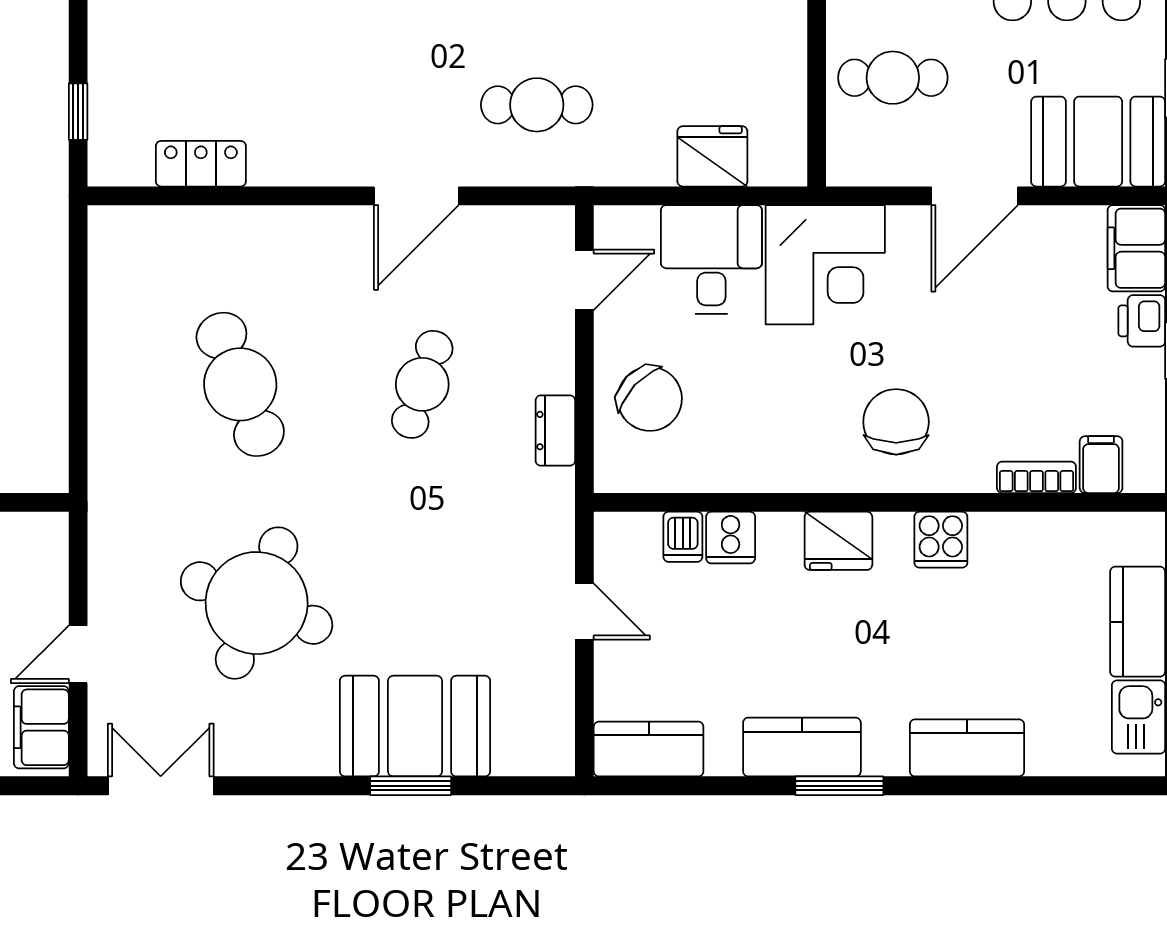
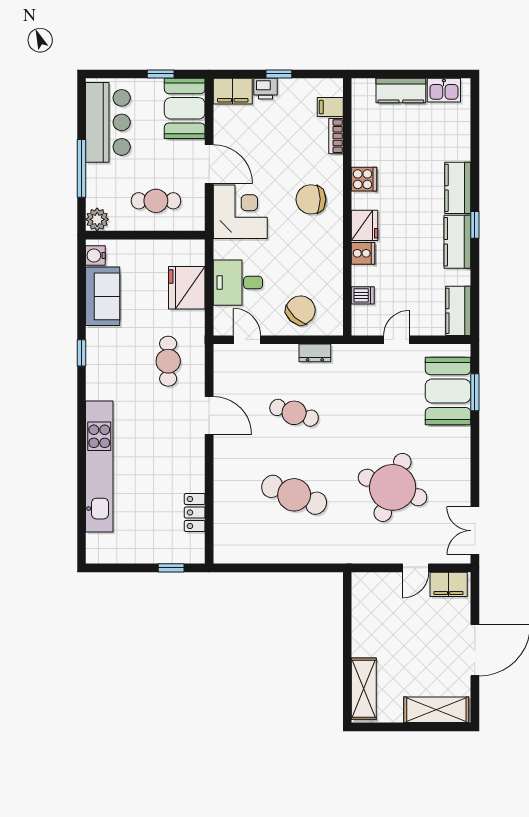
cafe table: (893, 78) -> (156, 201), turned 90
fridge: (712, 156) -> (187, 288), width x1.36, depth x1.34
corner desk: (825, 265) -> (240, 212), moved
cafe table: (240, 384) -> (294, 495), turned 42
cooker: (731, 538) -> (363, 253), moved
door: (78, 654) -> (416, 568), hinge flipped
booth: (415, 726) -> (448, 391), moved
kitchen counter: (967, 748) -> (458, 188), moved
window: (411, 786) -> (475, 392), moved
window: (839, 786) -> (475, 225), width x0.67

